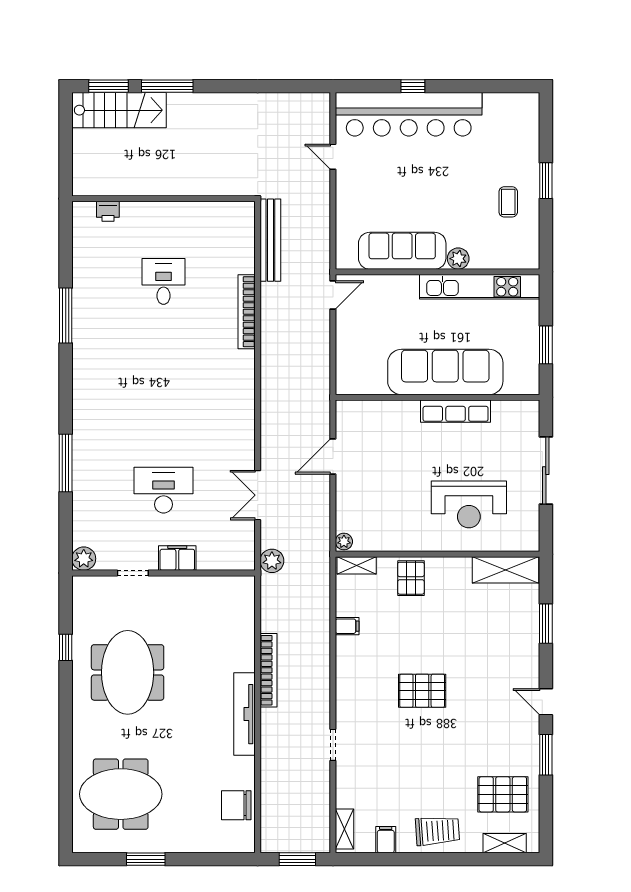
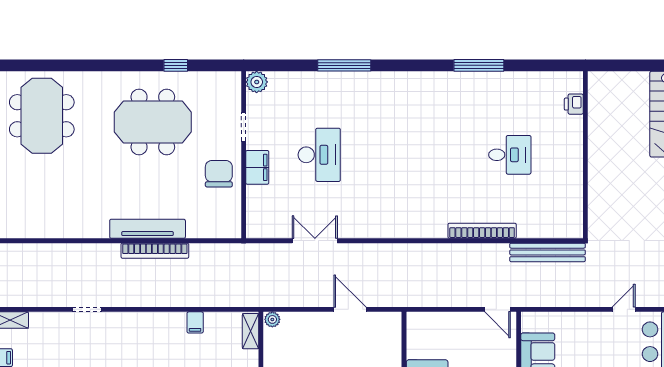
plant: (272, 561) -> (255, 254), removed
tv unit: (245, 714) -> (148, 229), moved
chair: (236, 805) -> (219, 174), moved

